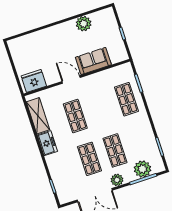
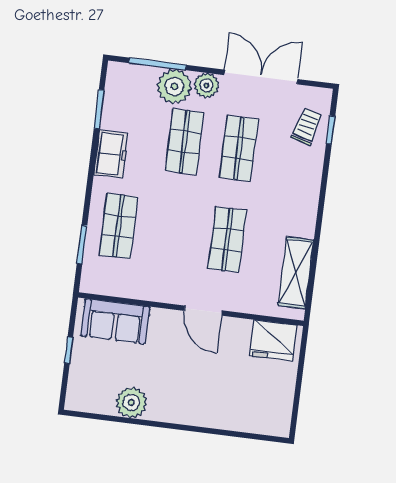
sofa: (93, 61) -> (115, 321), moved
freezer: (47, 143) -> (111, 154), moved, turned 180
plant: (142, 169) -> (174, 86), moved
trolley: (64, 183) -> (307, 127), added

